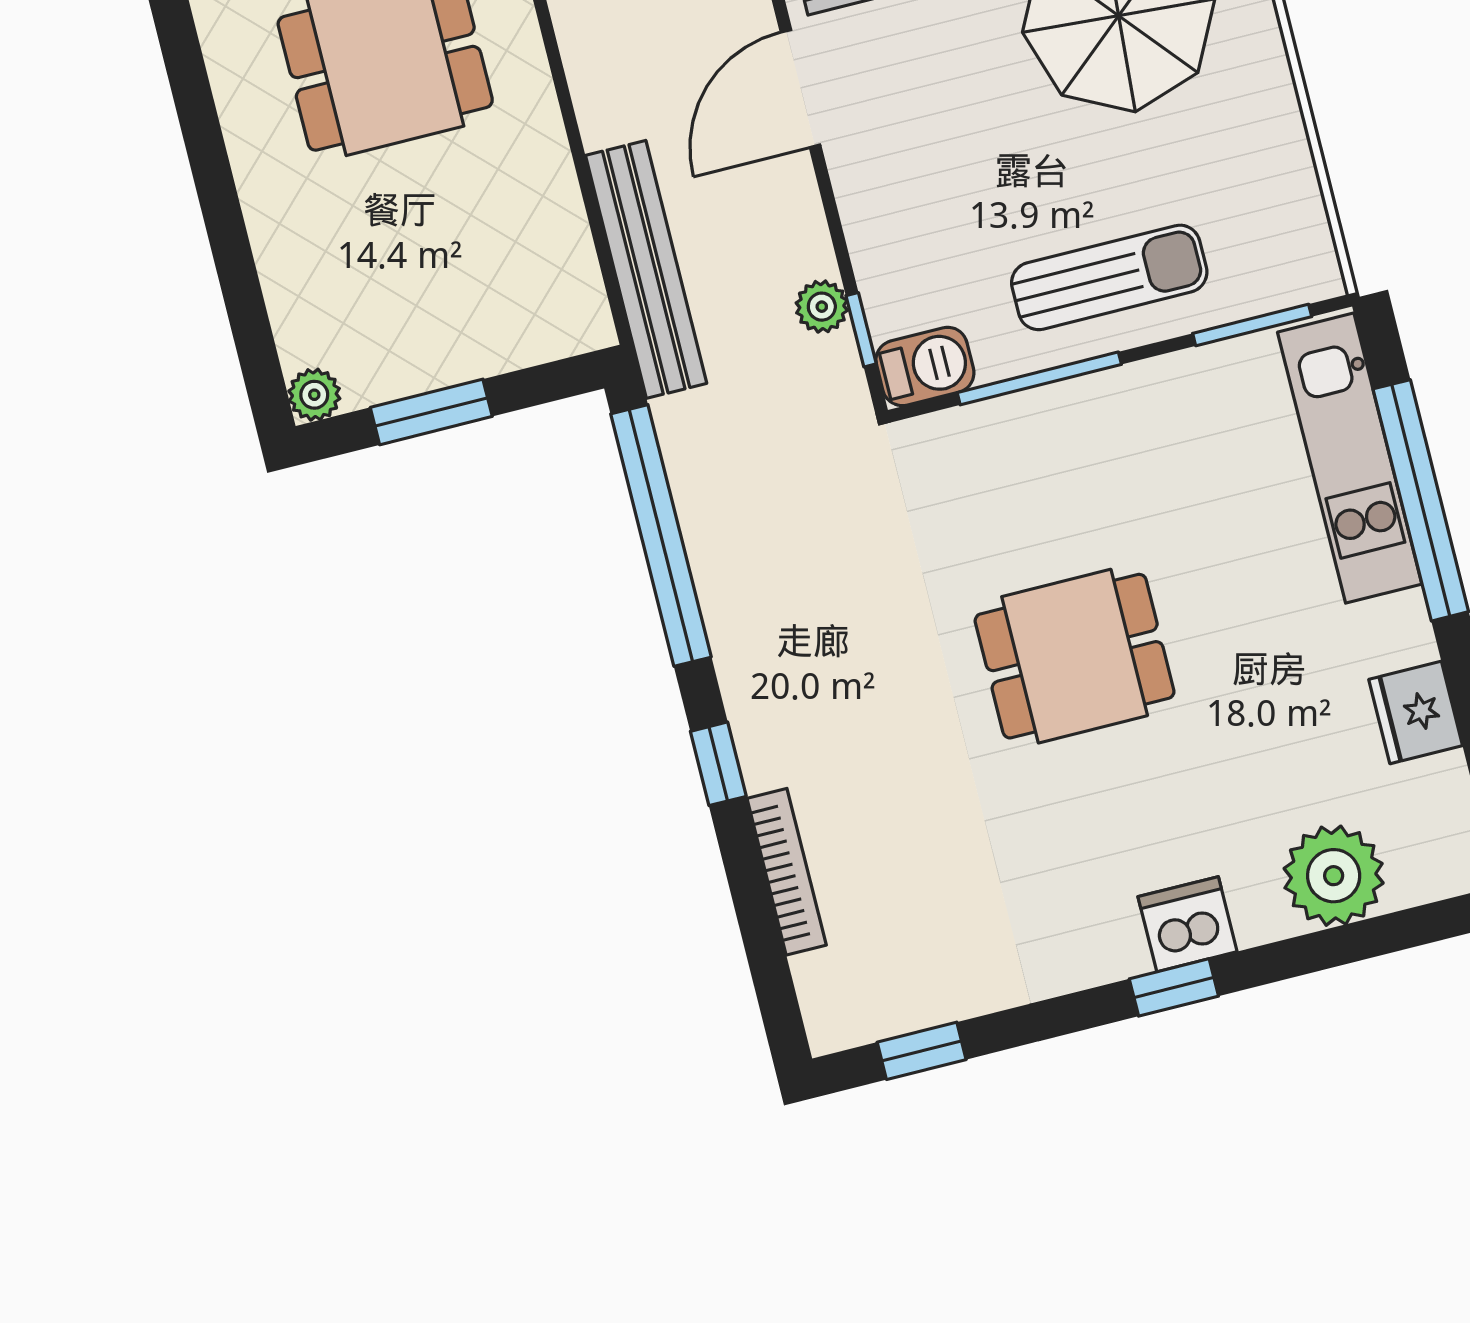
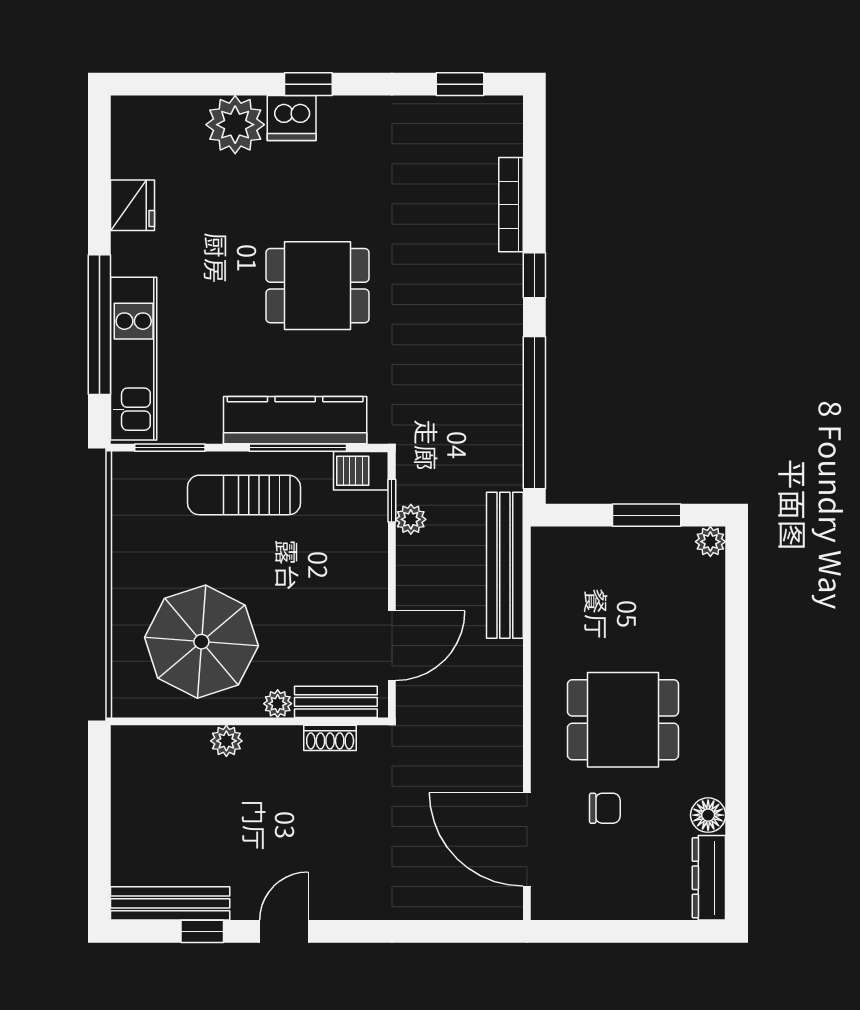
kitchen counter: (1055, 423) -> (295, 420), added
plant: (1334, 876) -> (235, 125), moved

